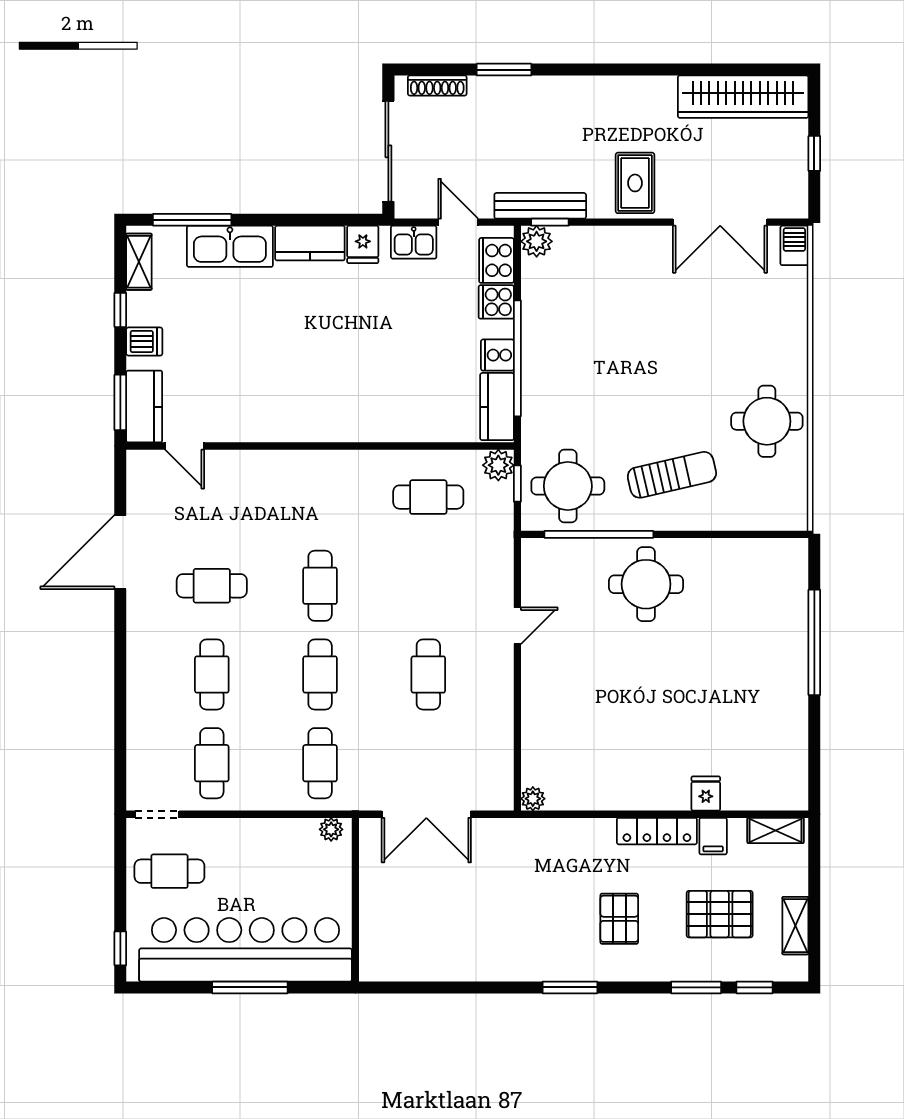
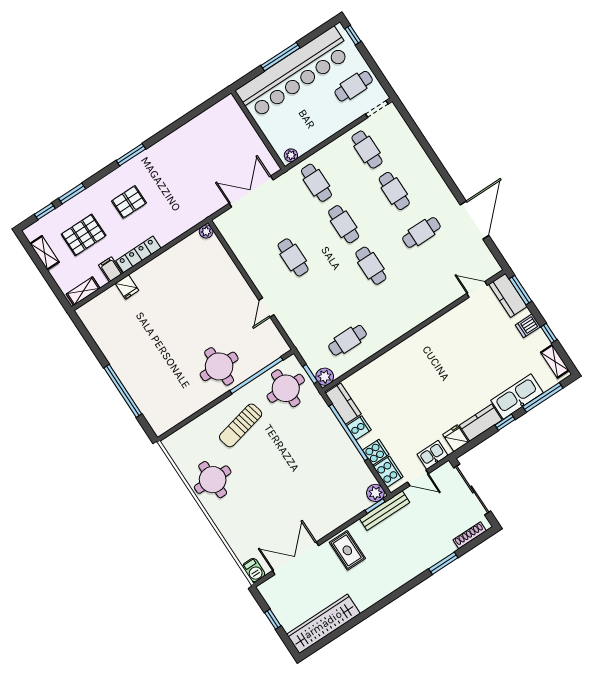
window: (273, 220) -> (505, 422), added
pallet: (619, 919) -> (129, 202), turned 90

